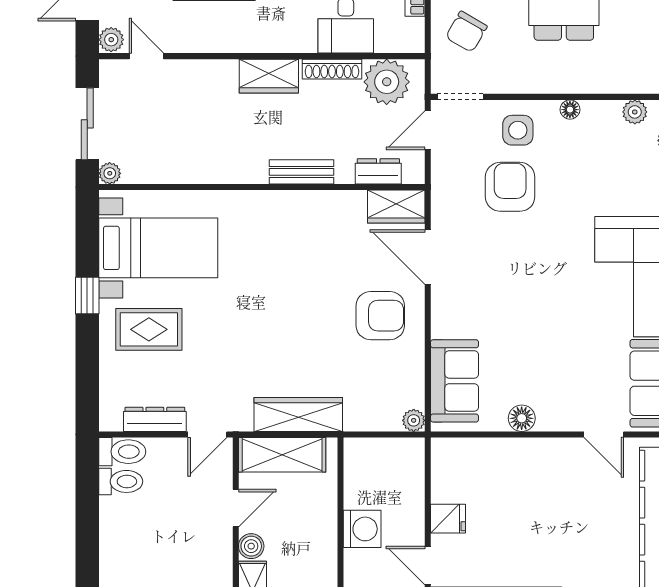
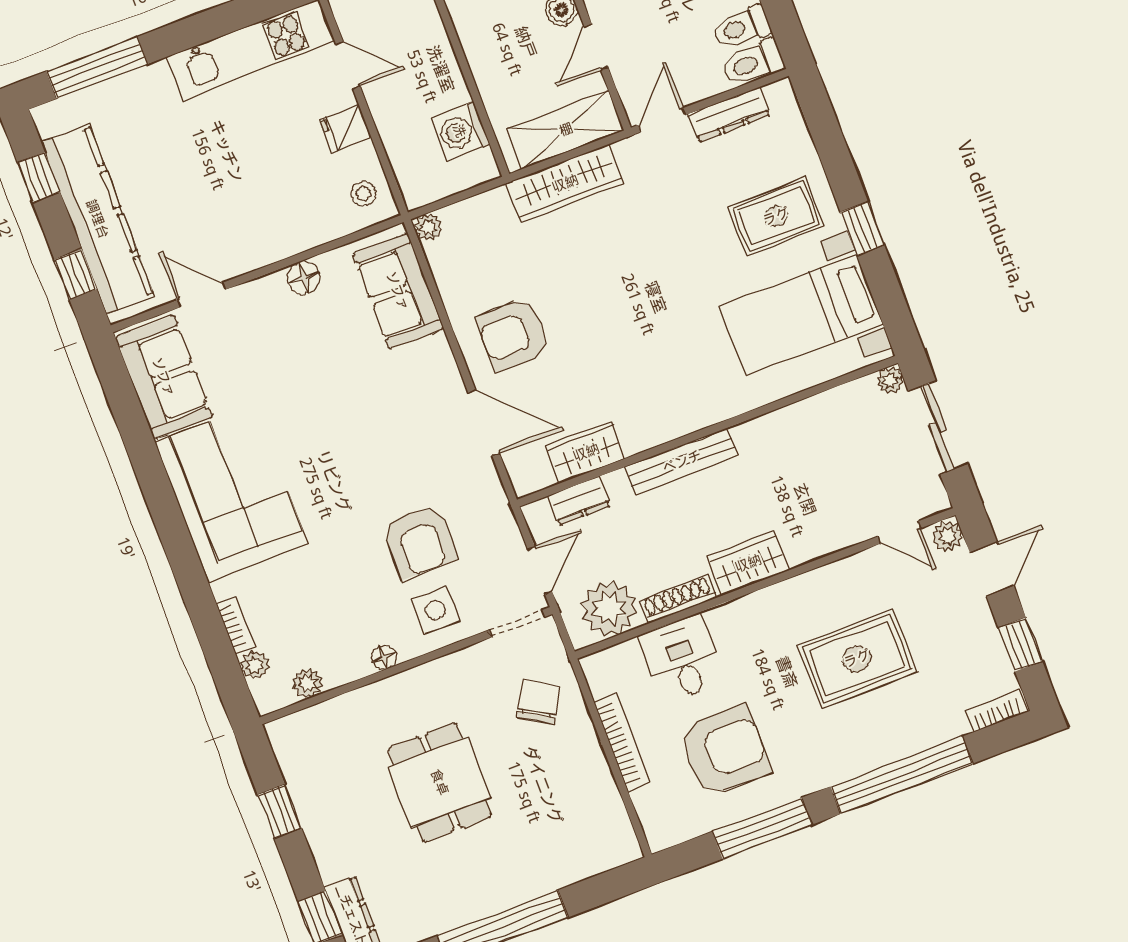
bench: (302, 172) -> (682, 461), width x1.36
wardrobe: (396, 207) -> (586, 452), moved
stool: (453, 464) -> (363, 194), added
washing machine: (362, 529) -> (460, 131), moved

